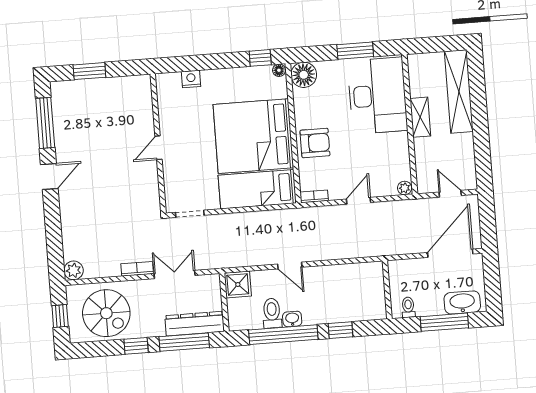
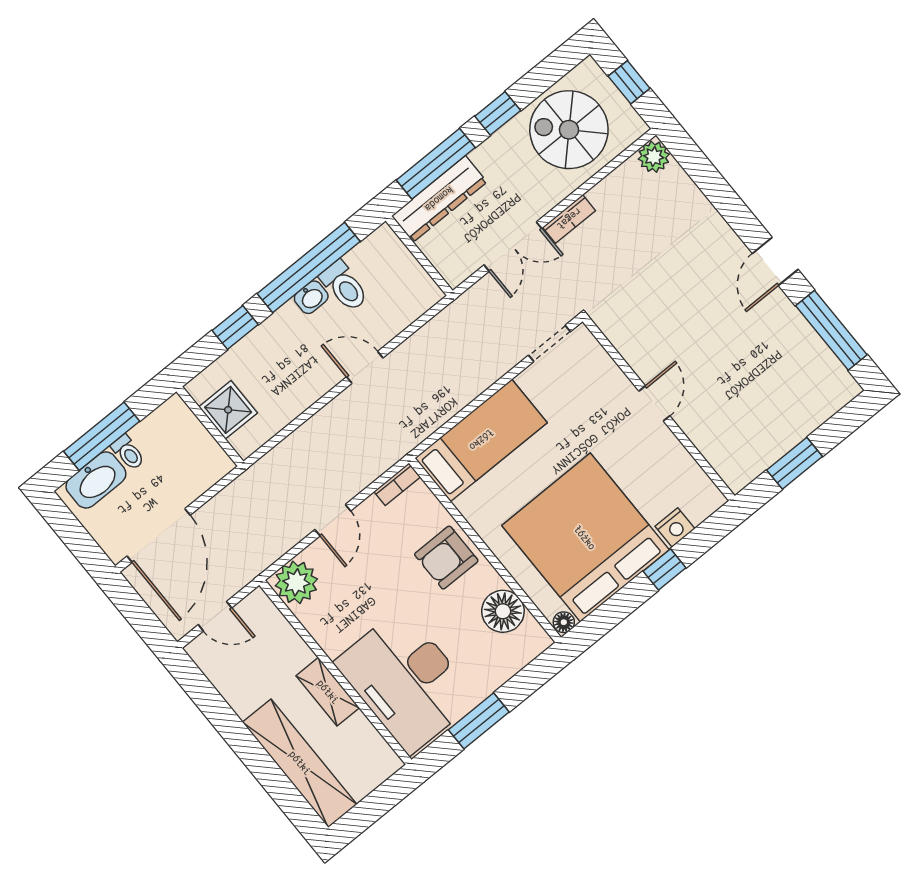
window: (260, 58) -> (664, 569), moved
window: (89, 71) -> (795, 463), moved
floor lamp: (304, 75) -> (503, 611), moved
bed: (253, 136) -> (585, 538), moved, turned -90
plant: (405, 188) -> (296, 582), width x1.88, depth x1.88
shower: (238, 284) -> (228, 410), moved
toilet: (408, 307) -> (128, 452), moved

